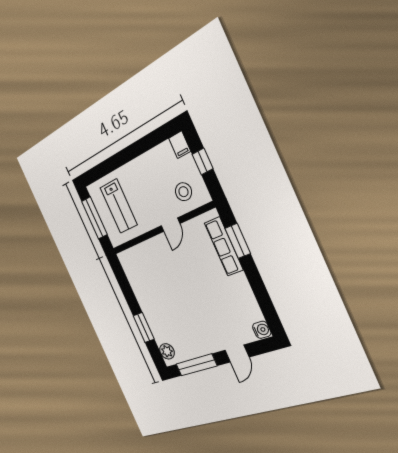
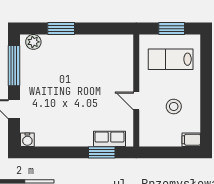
window: (203, 162) -> (171, 152), removed
stool: (183, 192) -> (174, 106), moved
window: (94, 218) -> (172, 29), width x0.69
row of seats: (224, 246) -> (110, 139), width x0.68

